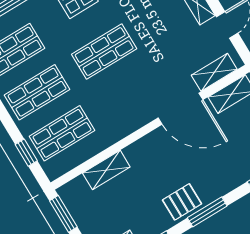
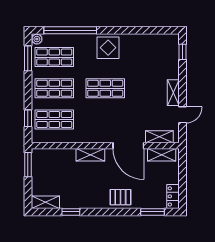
shelving: (106, 170) -> (90, 155), moved
pallet: (182, 202) -> (120, 197), moved
window: (207, 212) -> (109, 212), removed

